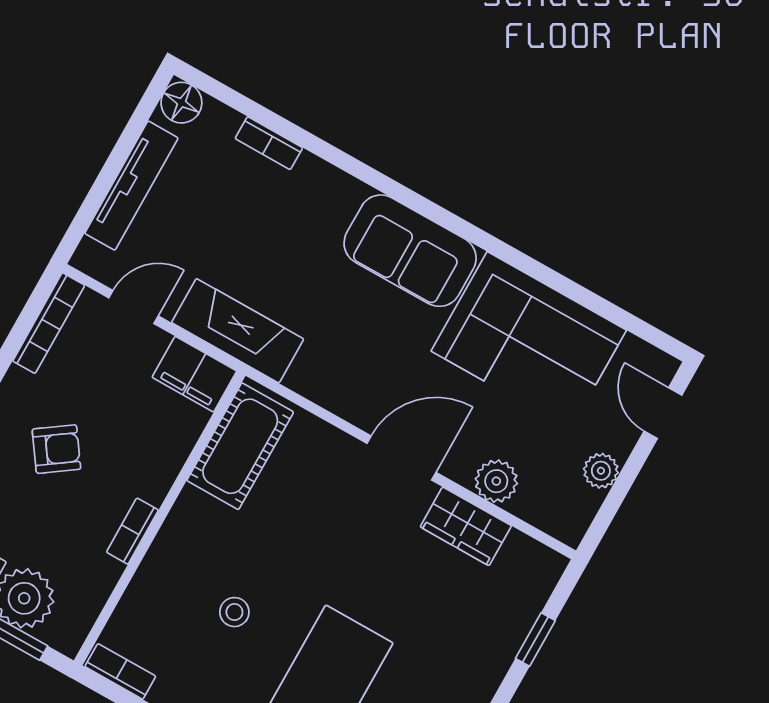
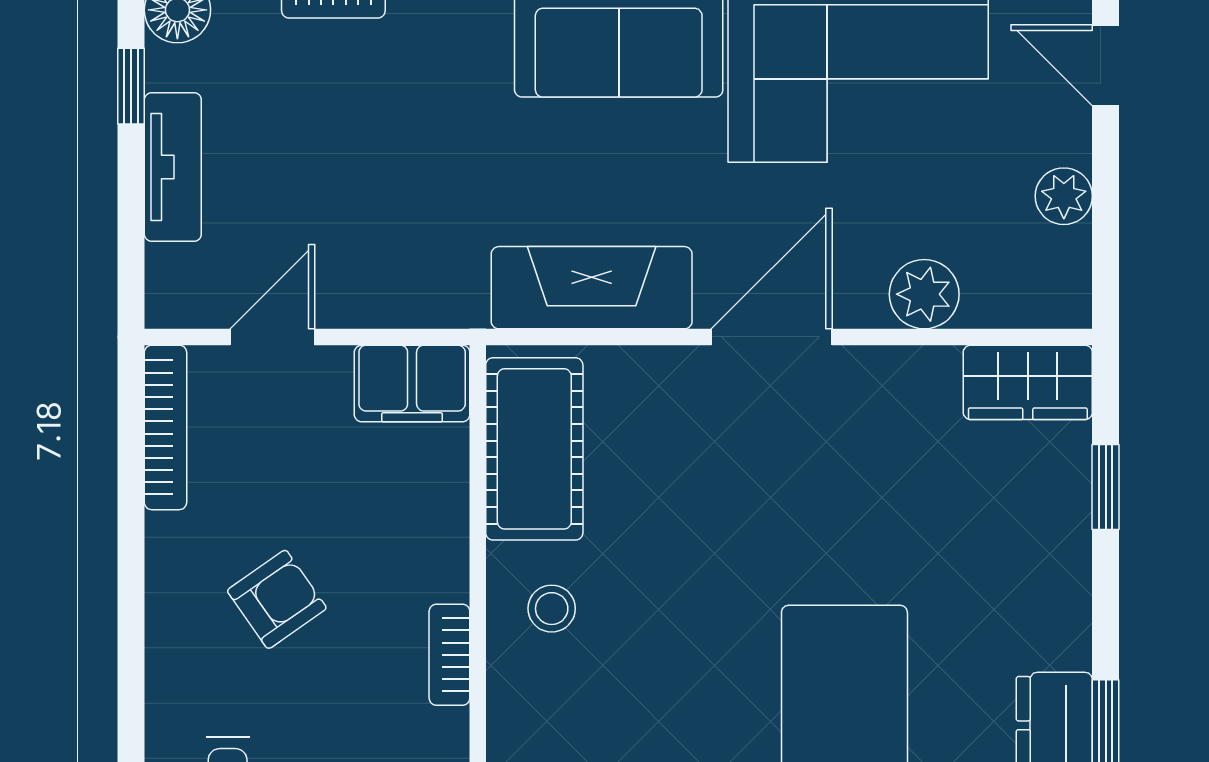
window: (133, 130) -> (131, 86), added
tv unit: (131, 186) -> (173, 167), width x0.71
fireplace: (238, 331) -> (592, 288), moved
wardrobe: (466, 526) -> (1028, 382), moved
stool: (234, 612) -> (552, 609), moved

